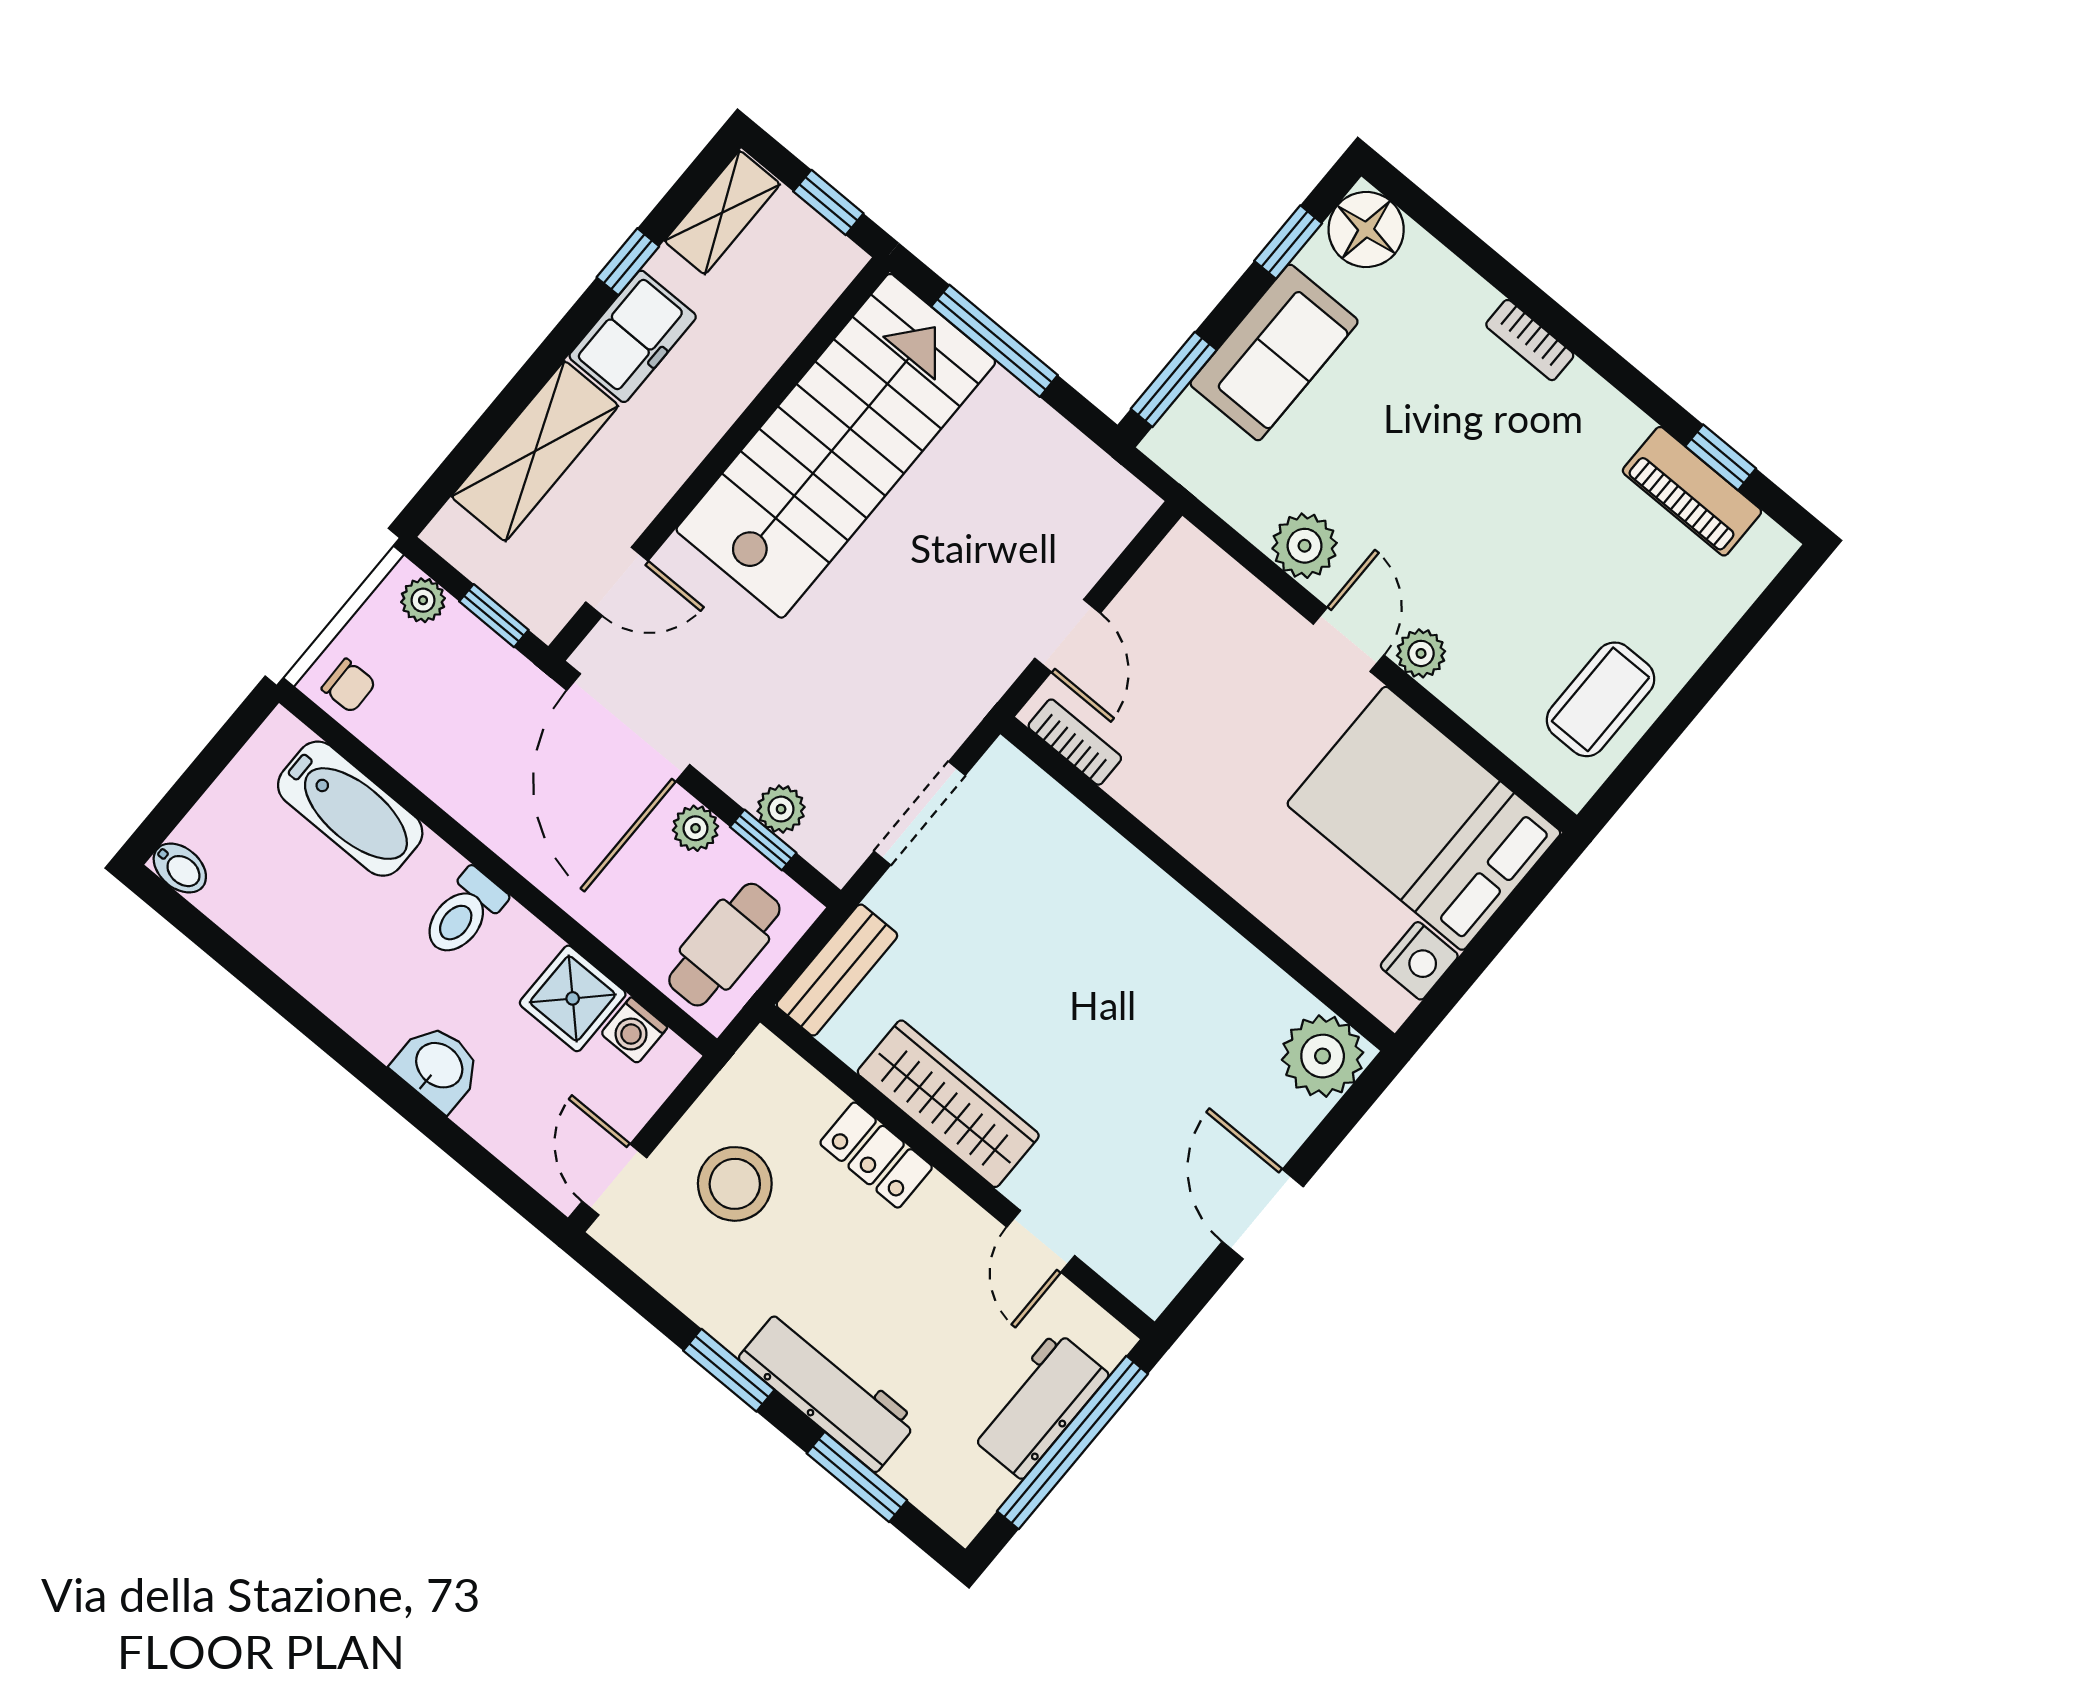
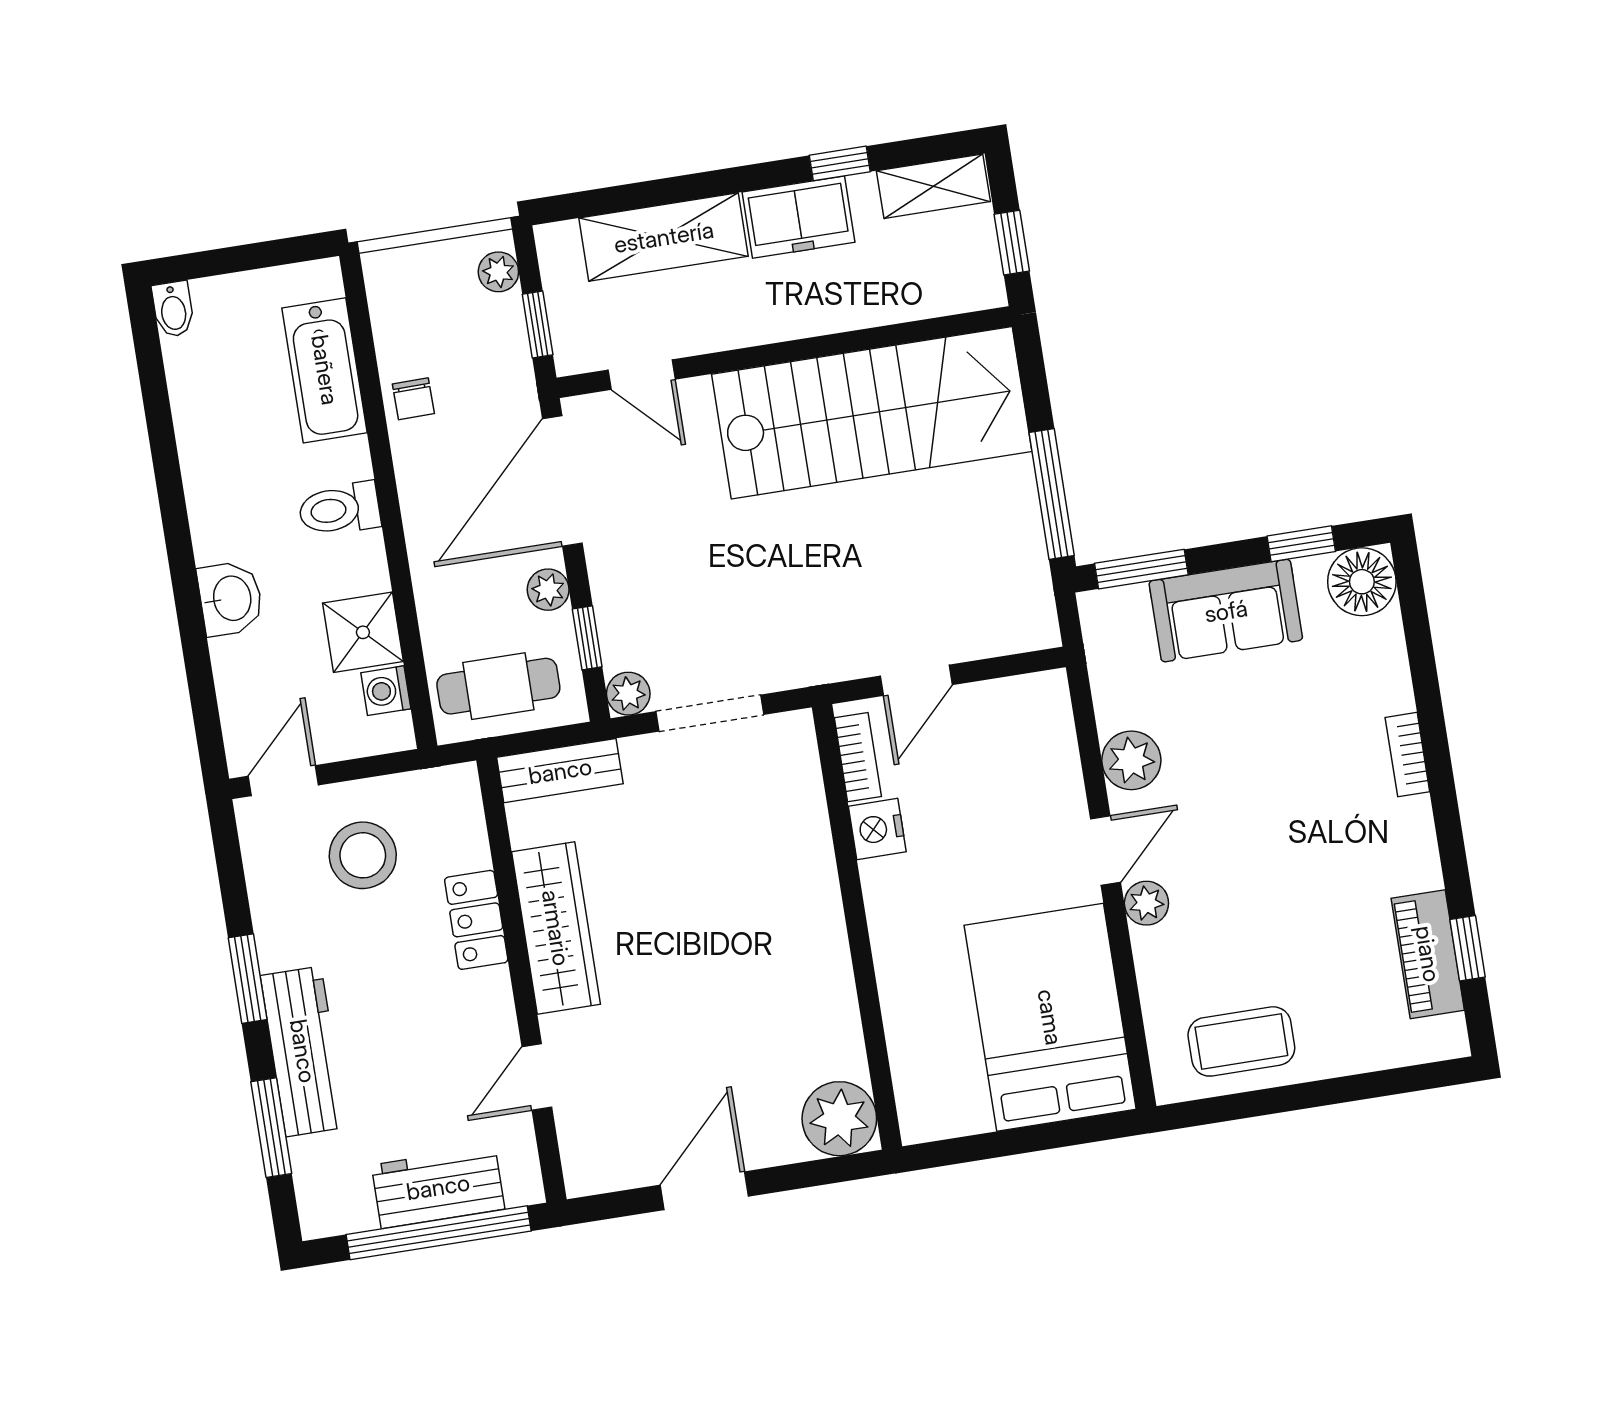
window: (995, 341) -> (1052, 494), moved
chair: (349, 686) -> (413, 399), moved
plant: (781, 809) -> (628, 694), moved
nightstand: (1419, 961) -> (877, 829), moved, turned 90

